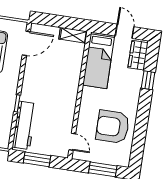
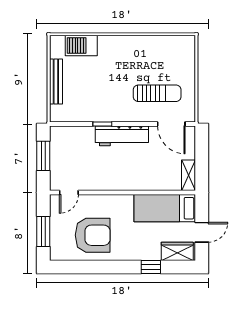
workbench: (24, 125) -> (122, 136), moved
armchair: (113, 127) -> (93, 235), turned 90

